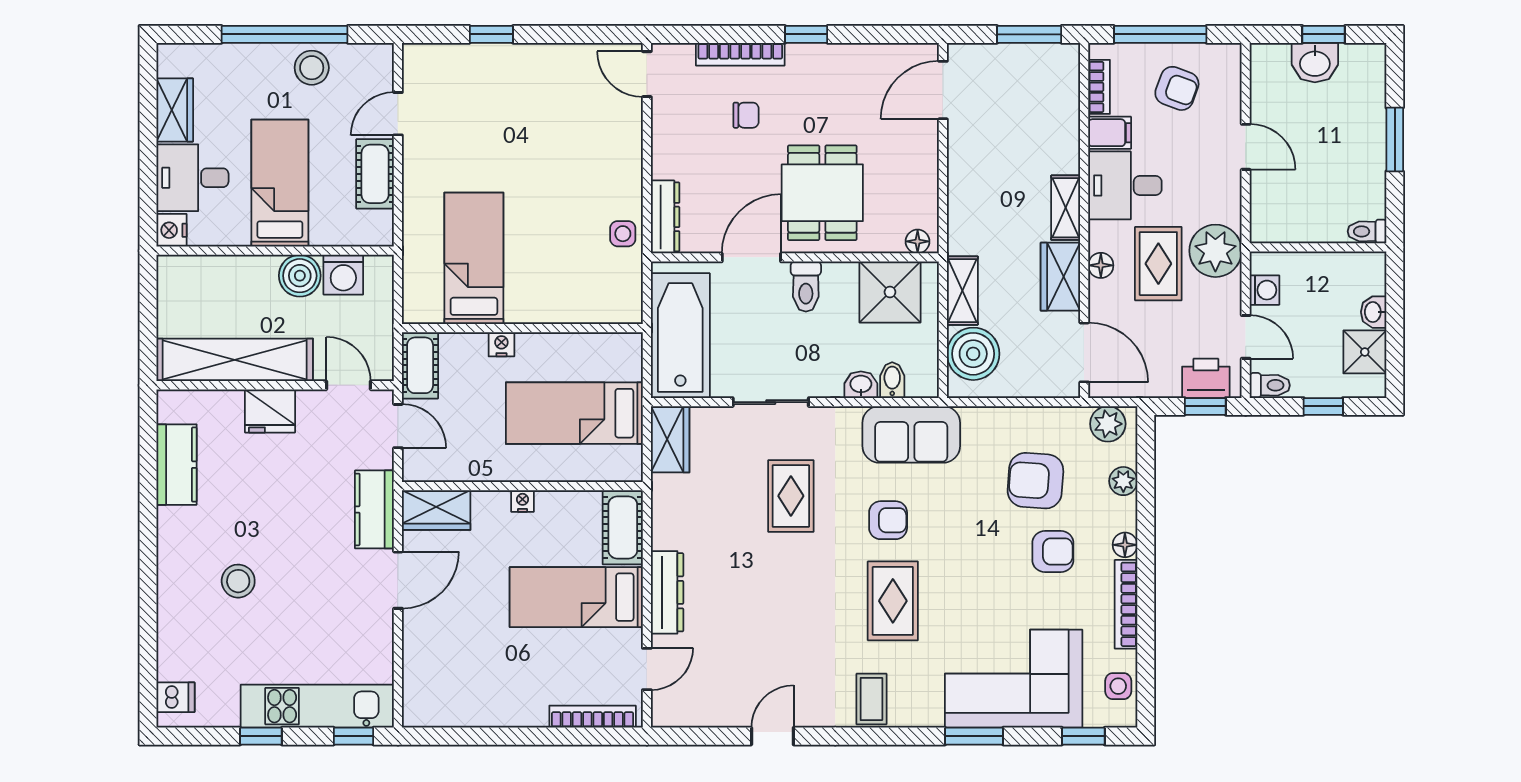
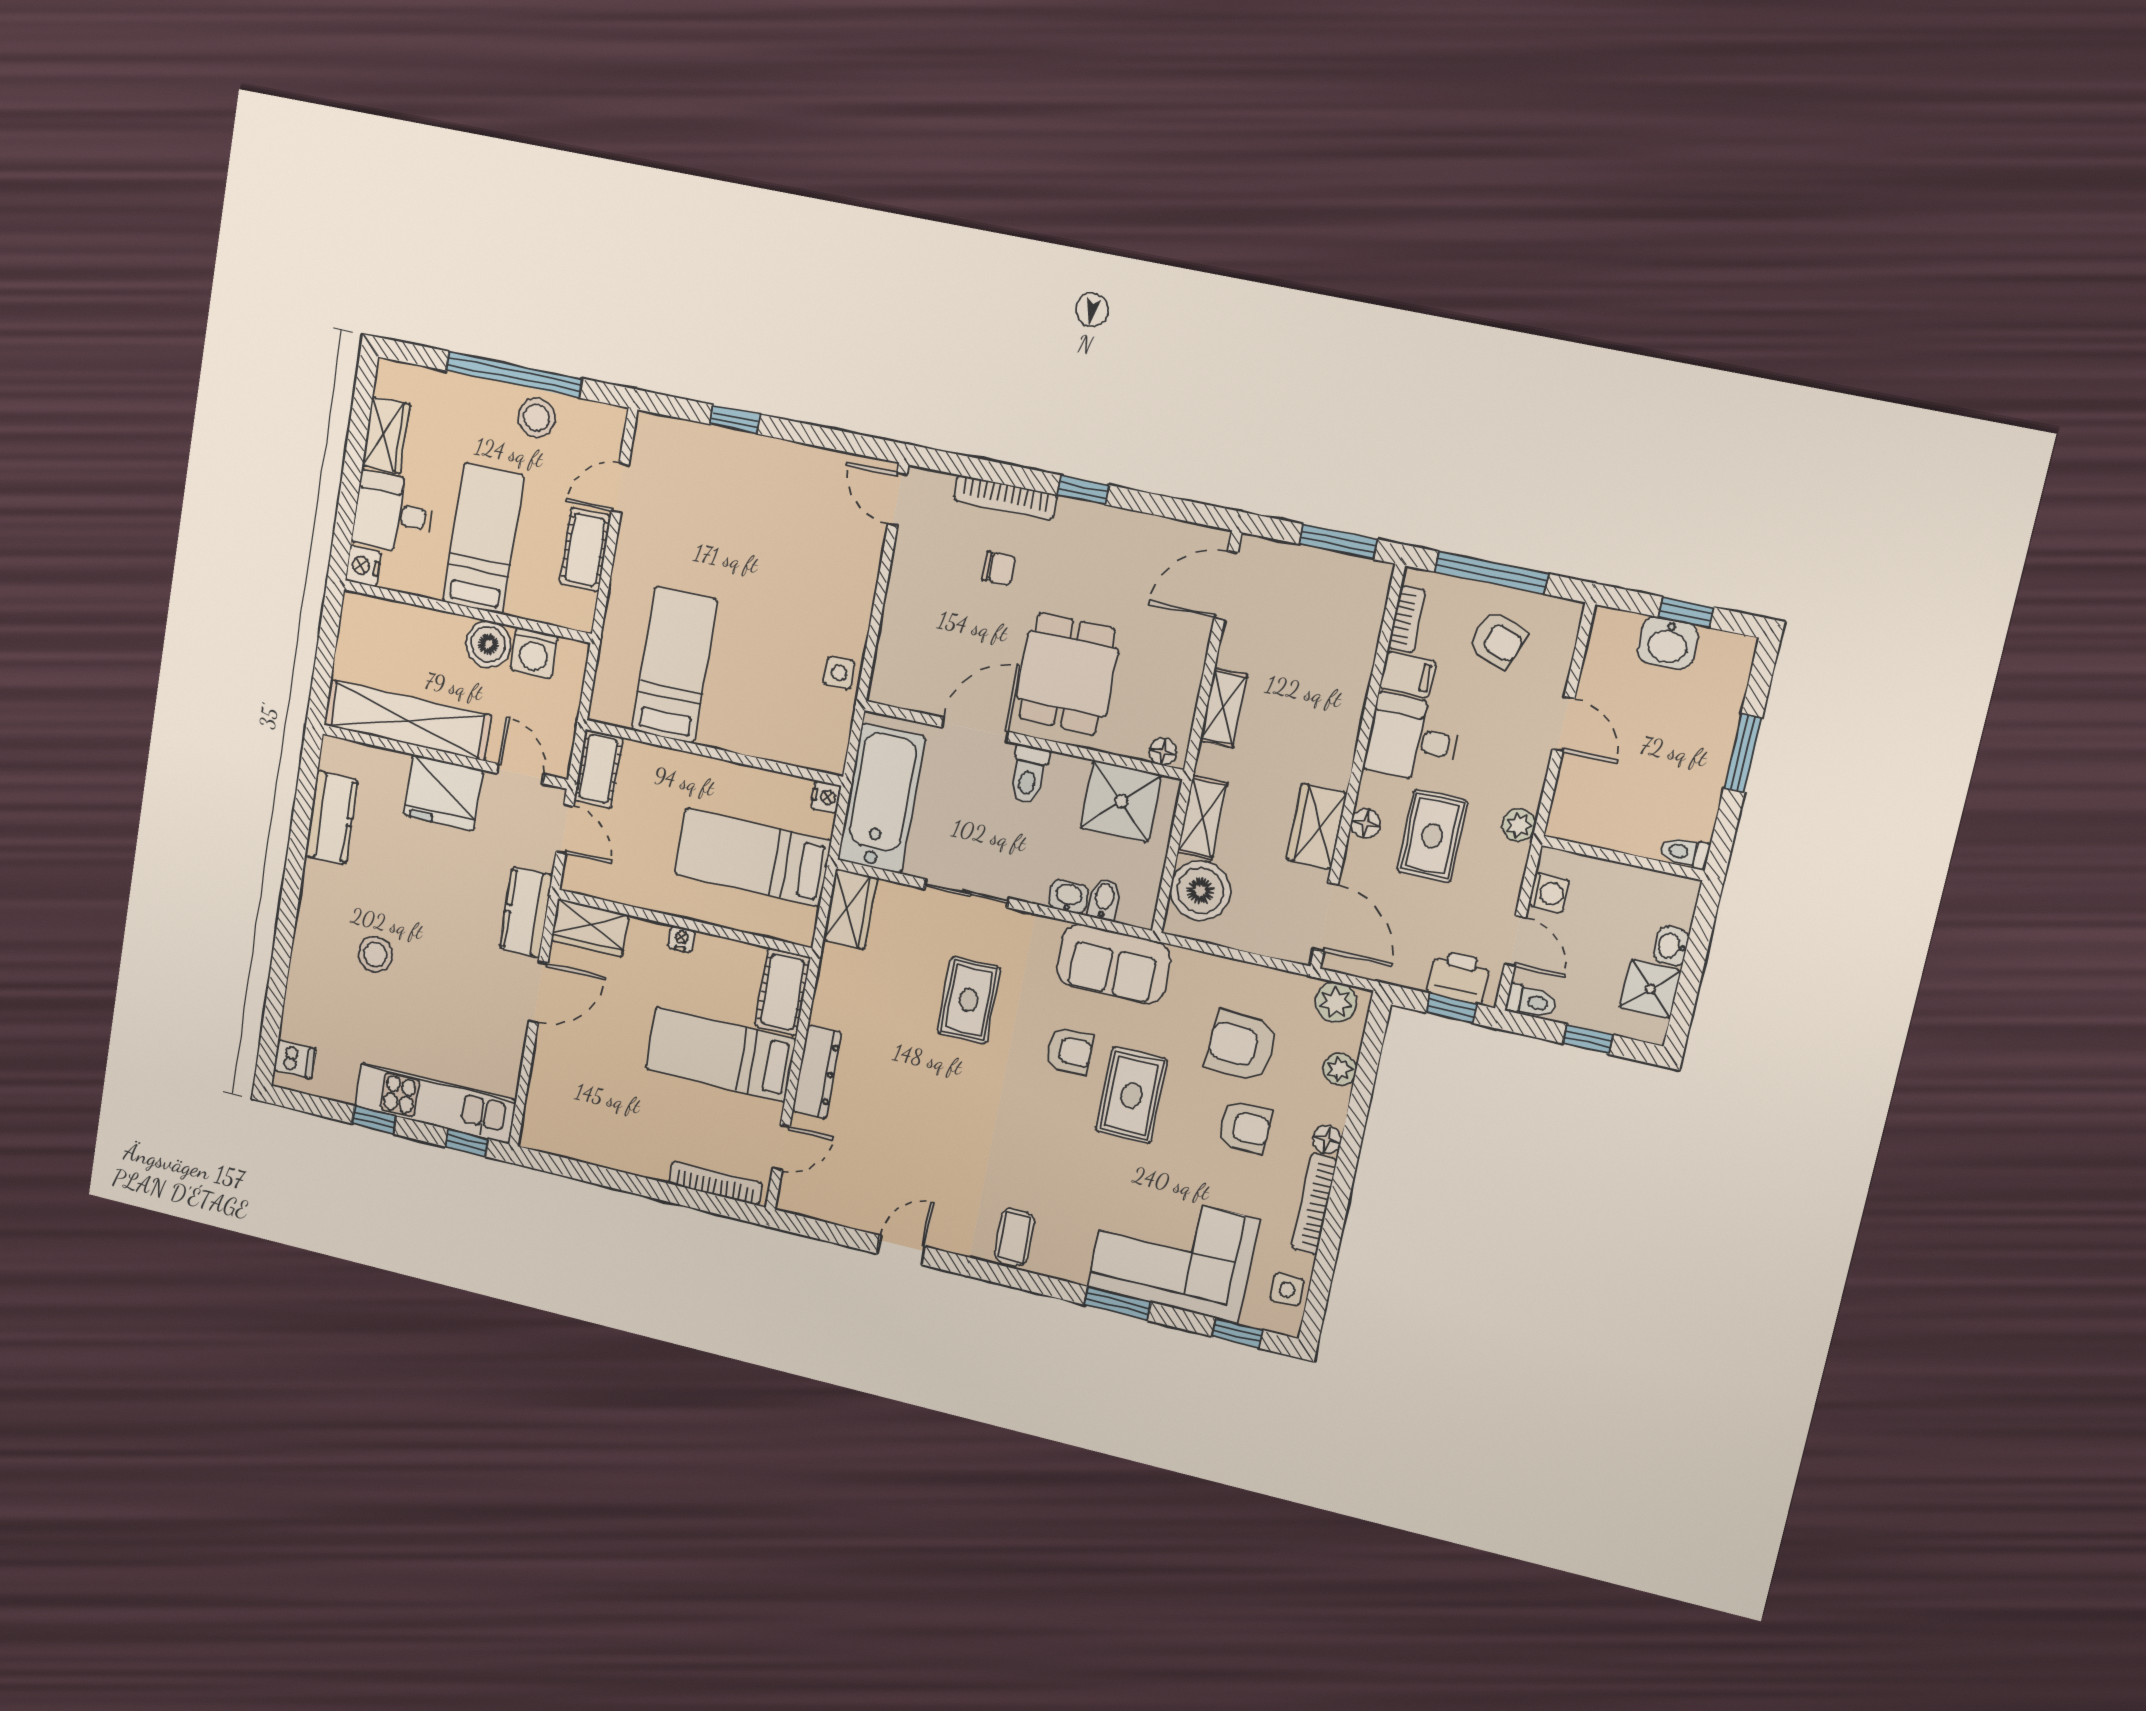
shelving: (1066, 208) -> (1223, 708), moved
dresser: (665, 217) -> (889, 664), removed
plant: (1215, 251) -> (1519, 825), width x0.53, depth x0.53
nightstand: (501, 344) -> (826, 797), moved, turned 90
fridge: (270, 411) -> (443, 793), width x1.36, depth x1.34
rug: (893, 601) -> (1131, 1095), moved

